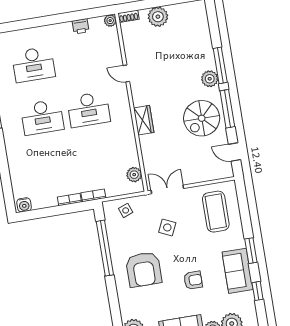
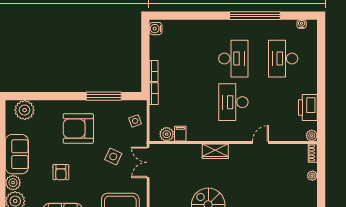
plant: (158, 17) -> (312, 176), width x0.53, depth x0.53
printer: (81, 26) -> (308, 107), width x1.87, depth x1.48
desk: (42, 117) -> (233, 59), turned 180
filing cabinet: (131, 160) -> (180, 134), added
double door: (167, 189) -> (148, 162), swing flipped
window: (105, 248) -> (104, 96), width x0.68

